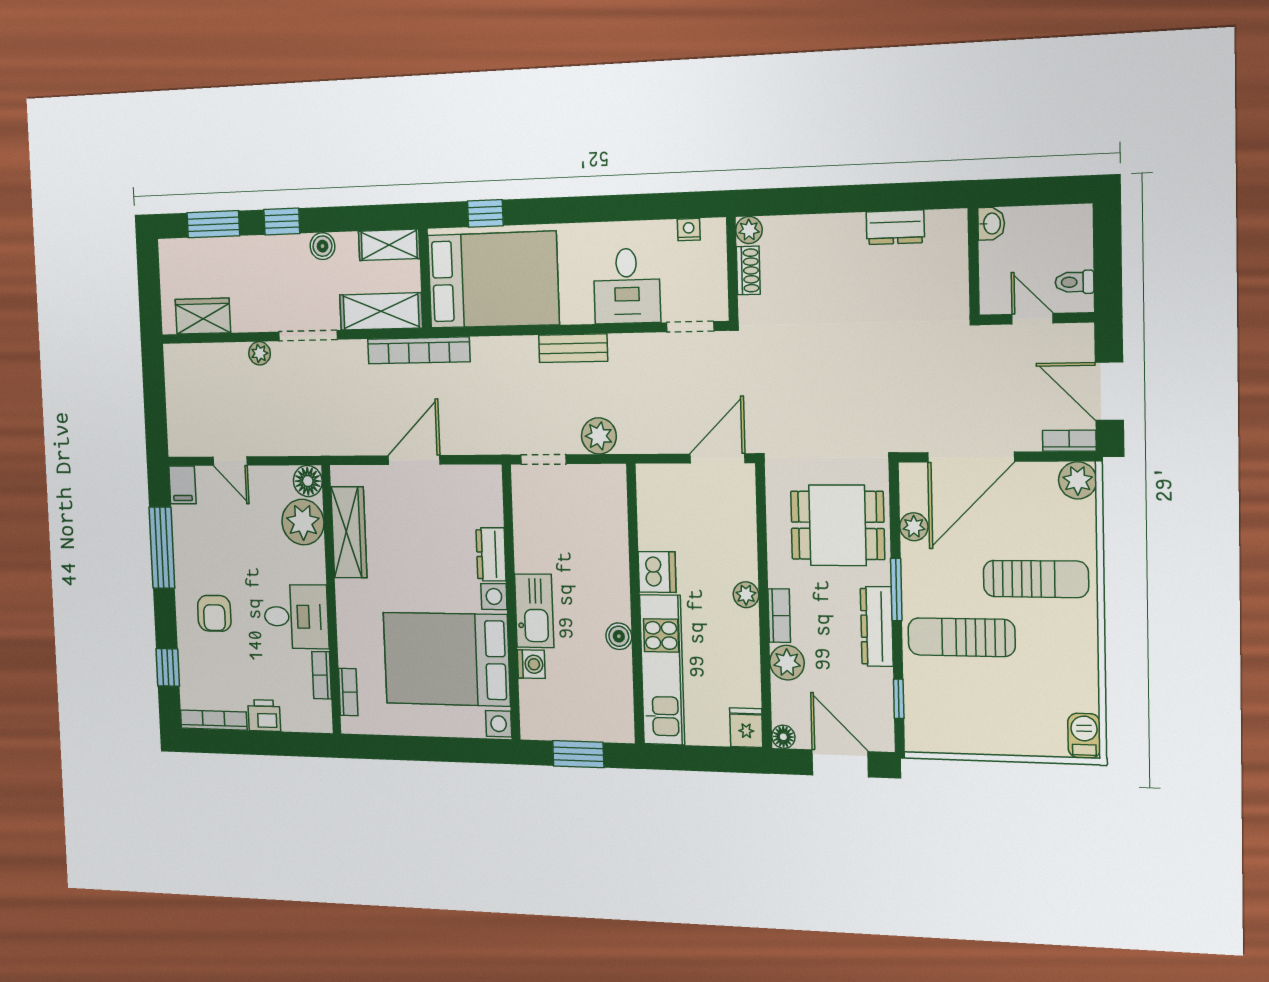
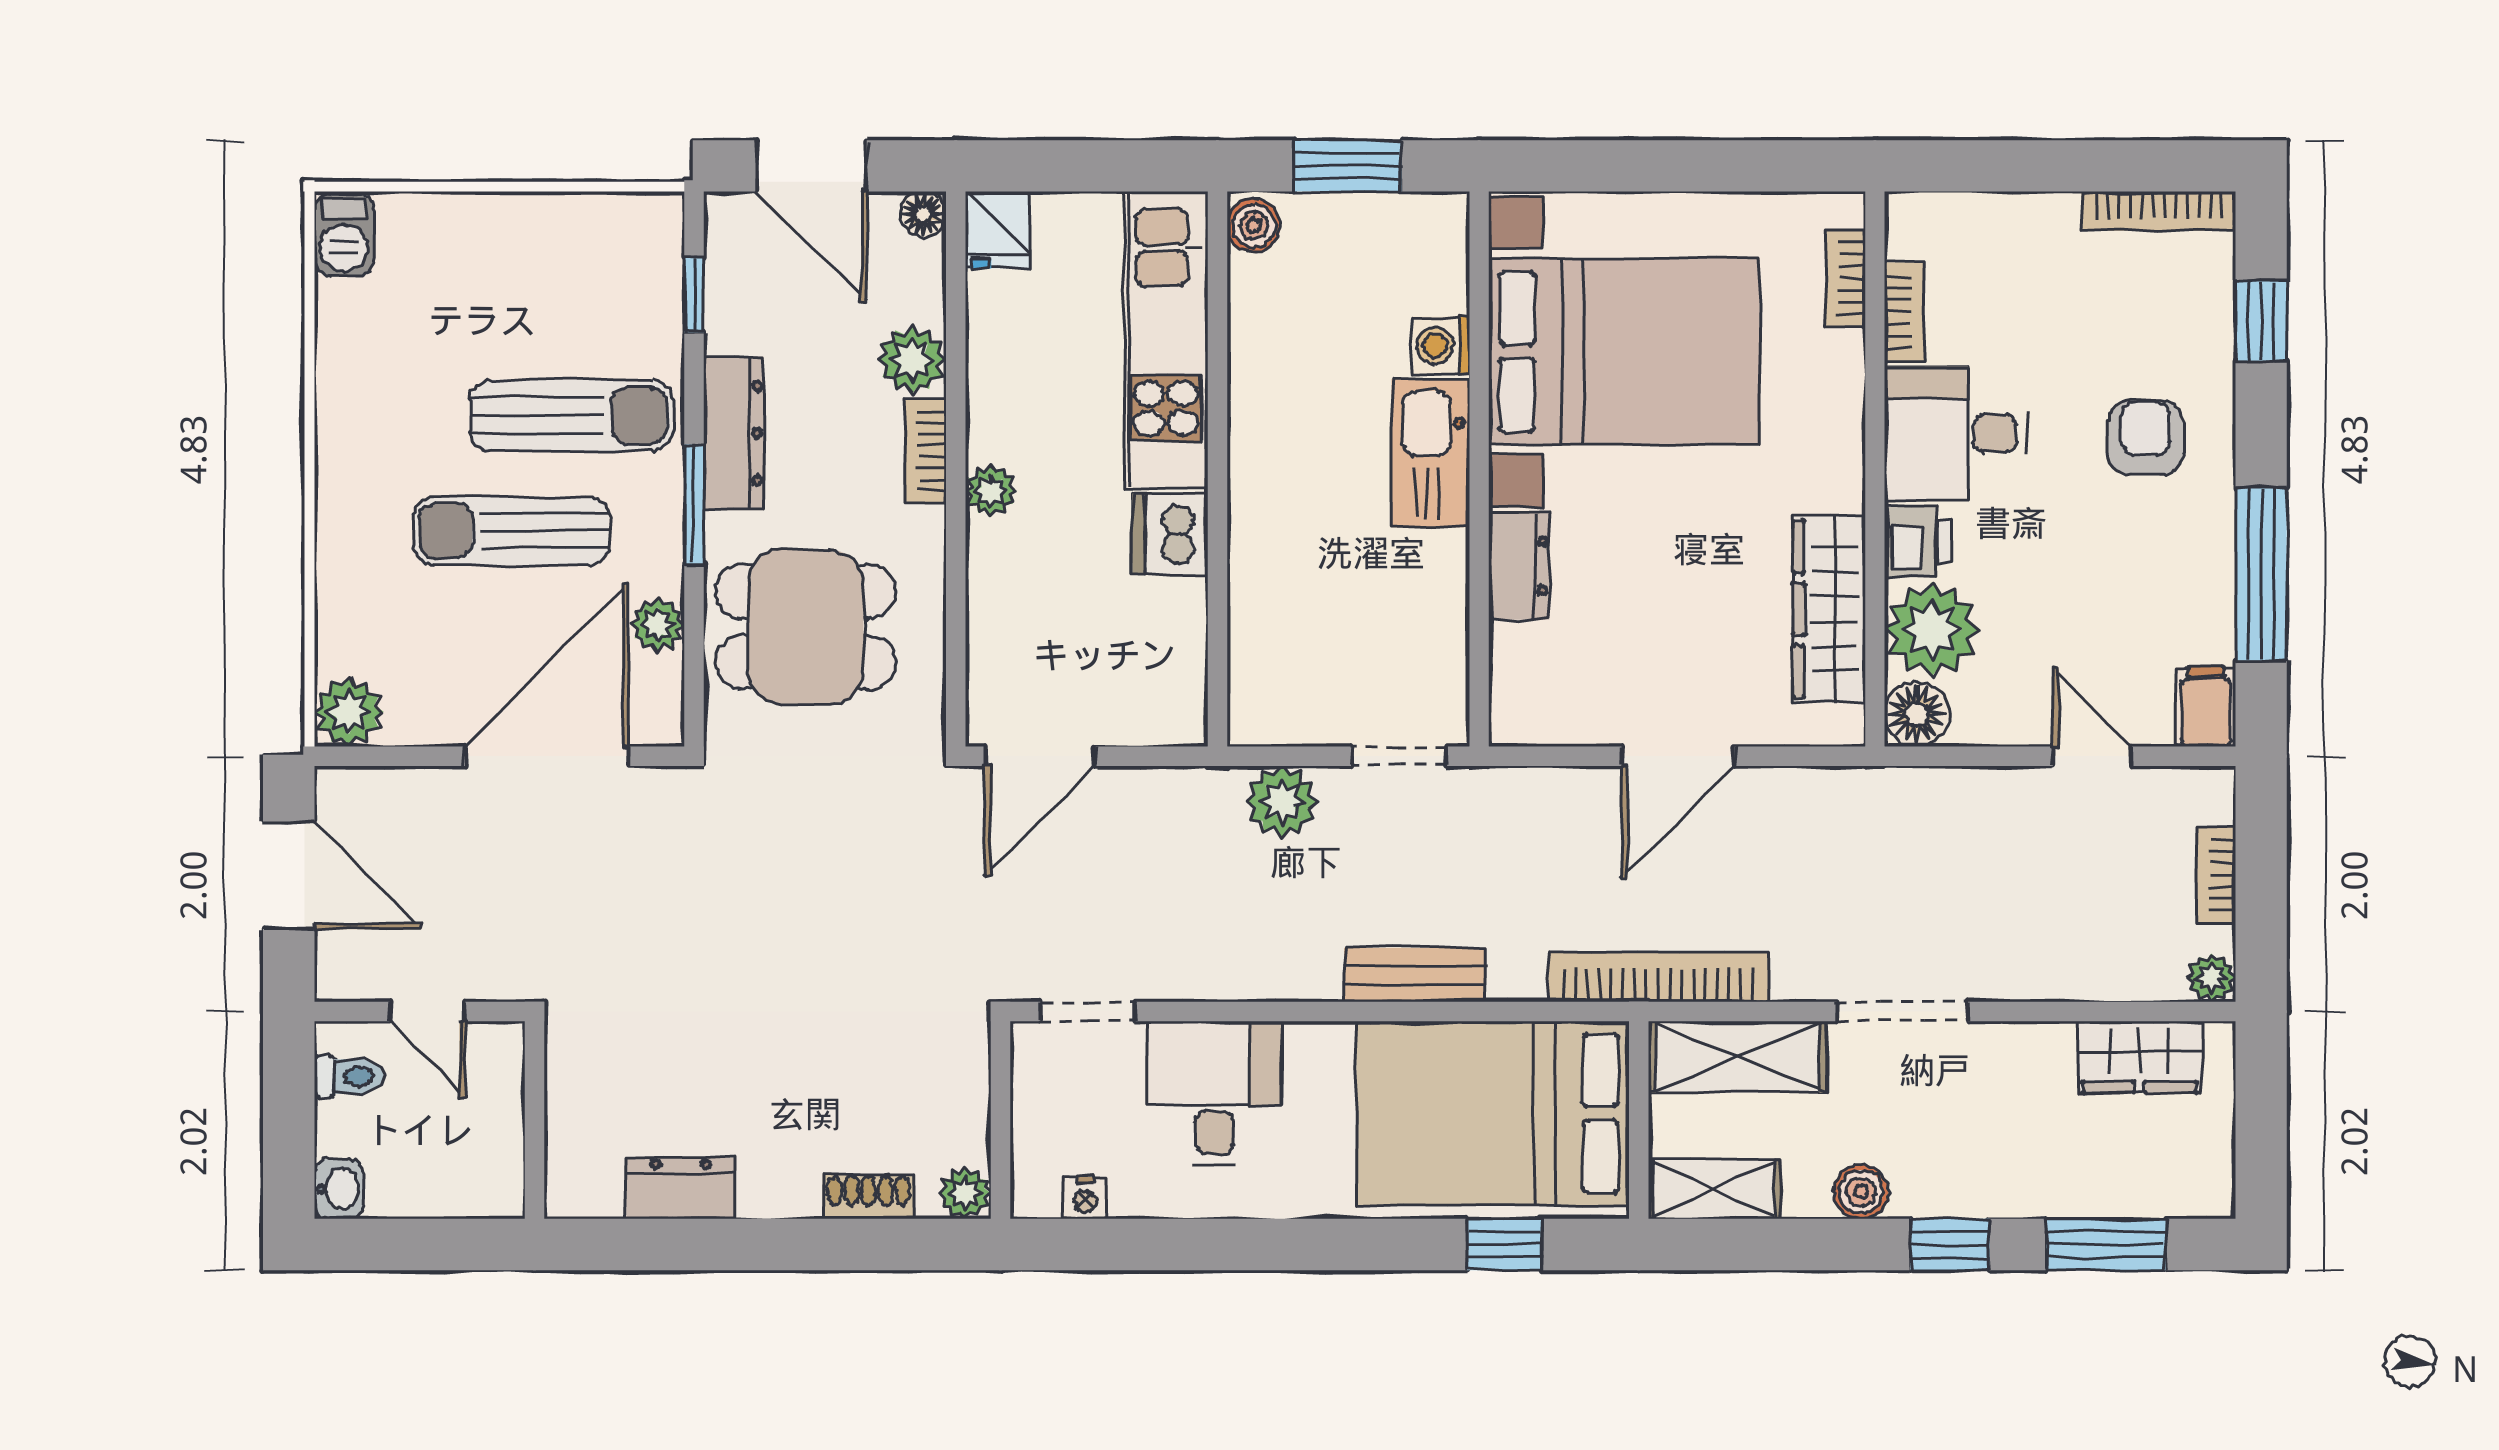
washbasin: (991, 224) -> (339, 1189), moved, turned 180
shoe rack: (748, 271) -> (869, 1197), moved, turned 90
bench: (573, 348) -> (1415, 975), moved
plant: (260, 353) -> (2211, 978), moved
bookcase: (1069, 441) -> (2216, 875), moved, turned 90
sun lounger: (1036, 579) -> (511, 531), moved
boiler: (619, 636) -> (1254, 226), moved
printer: (264, 715) -> (1917, 541), moved, turned -90

